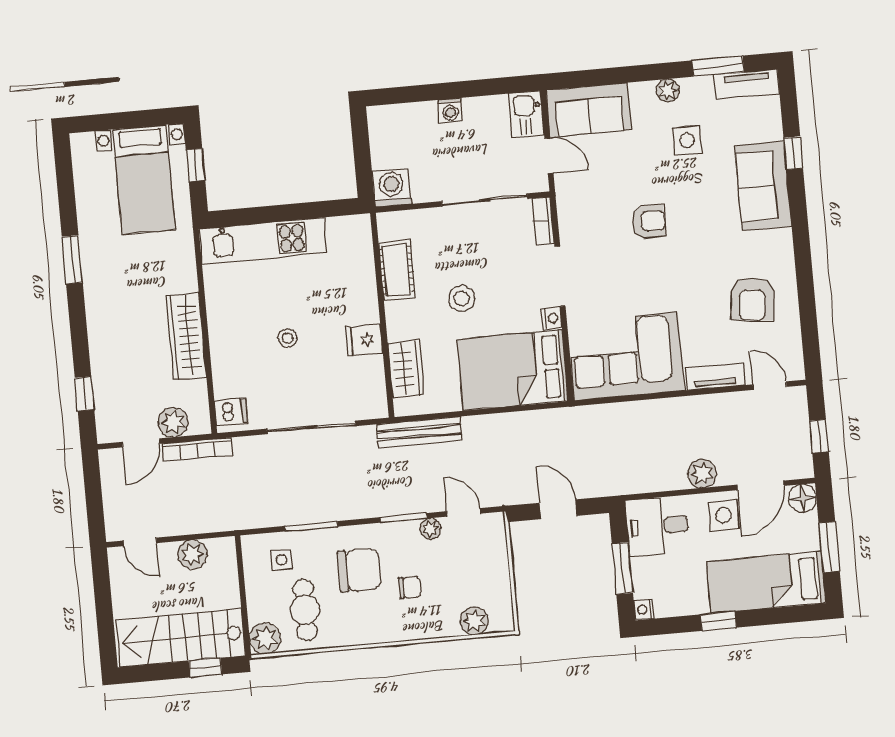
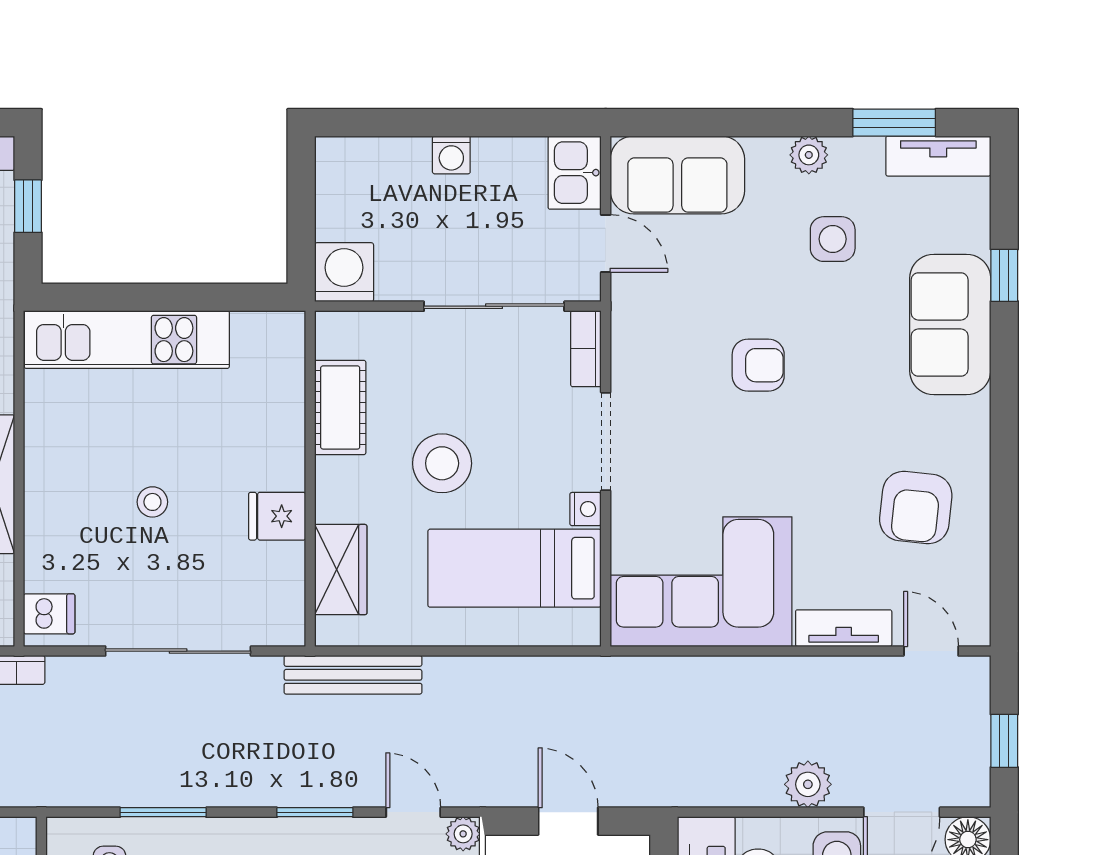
stool: (462, 299) -> (442, 463), width x1.38, depth x1.38
bed: (513, 370) -> (515, 568), width x0.67
plant: (430, 529) -> (463, 834), moved

